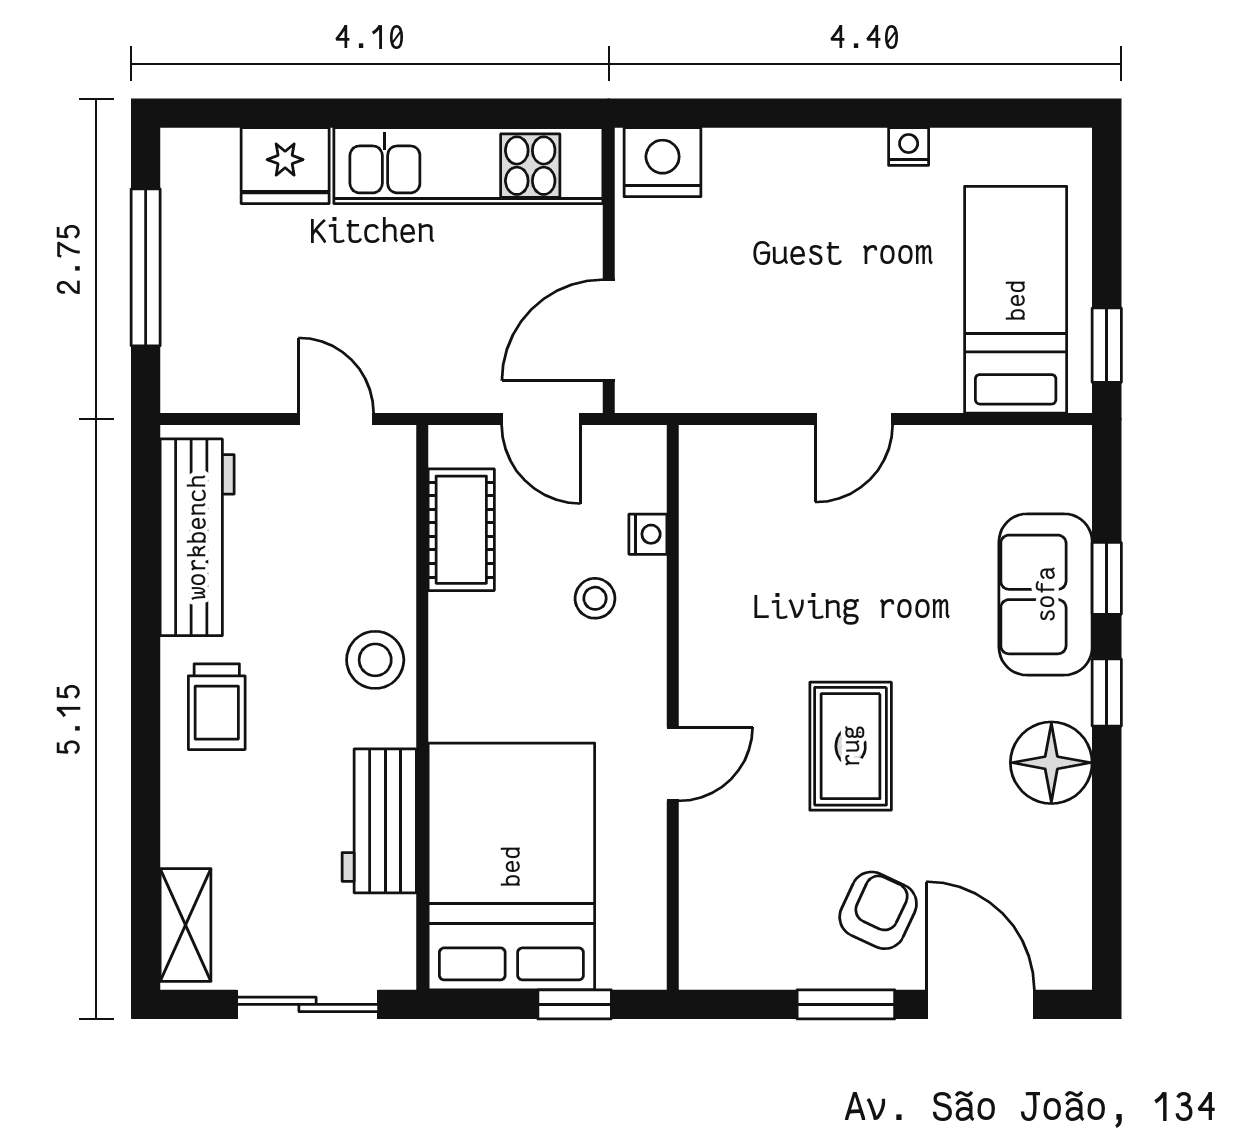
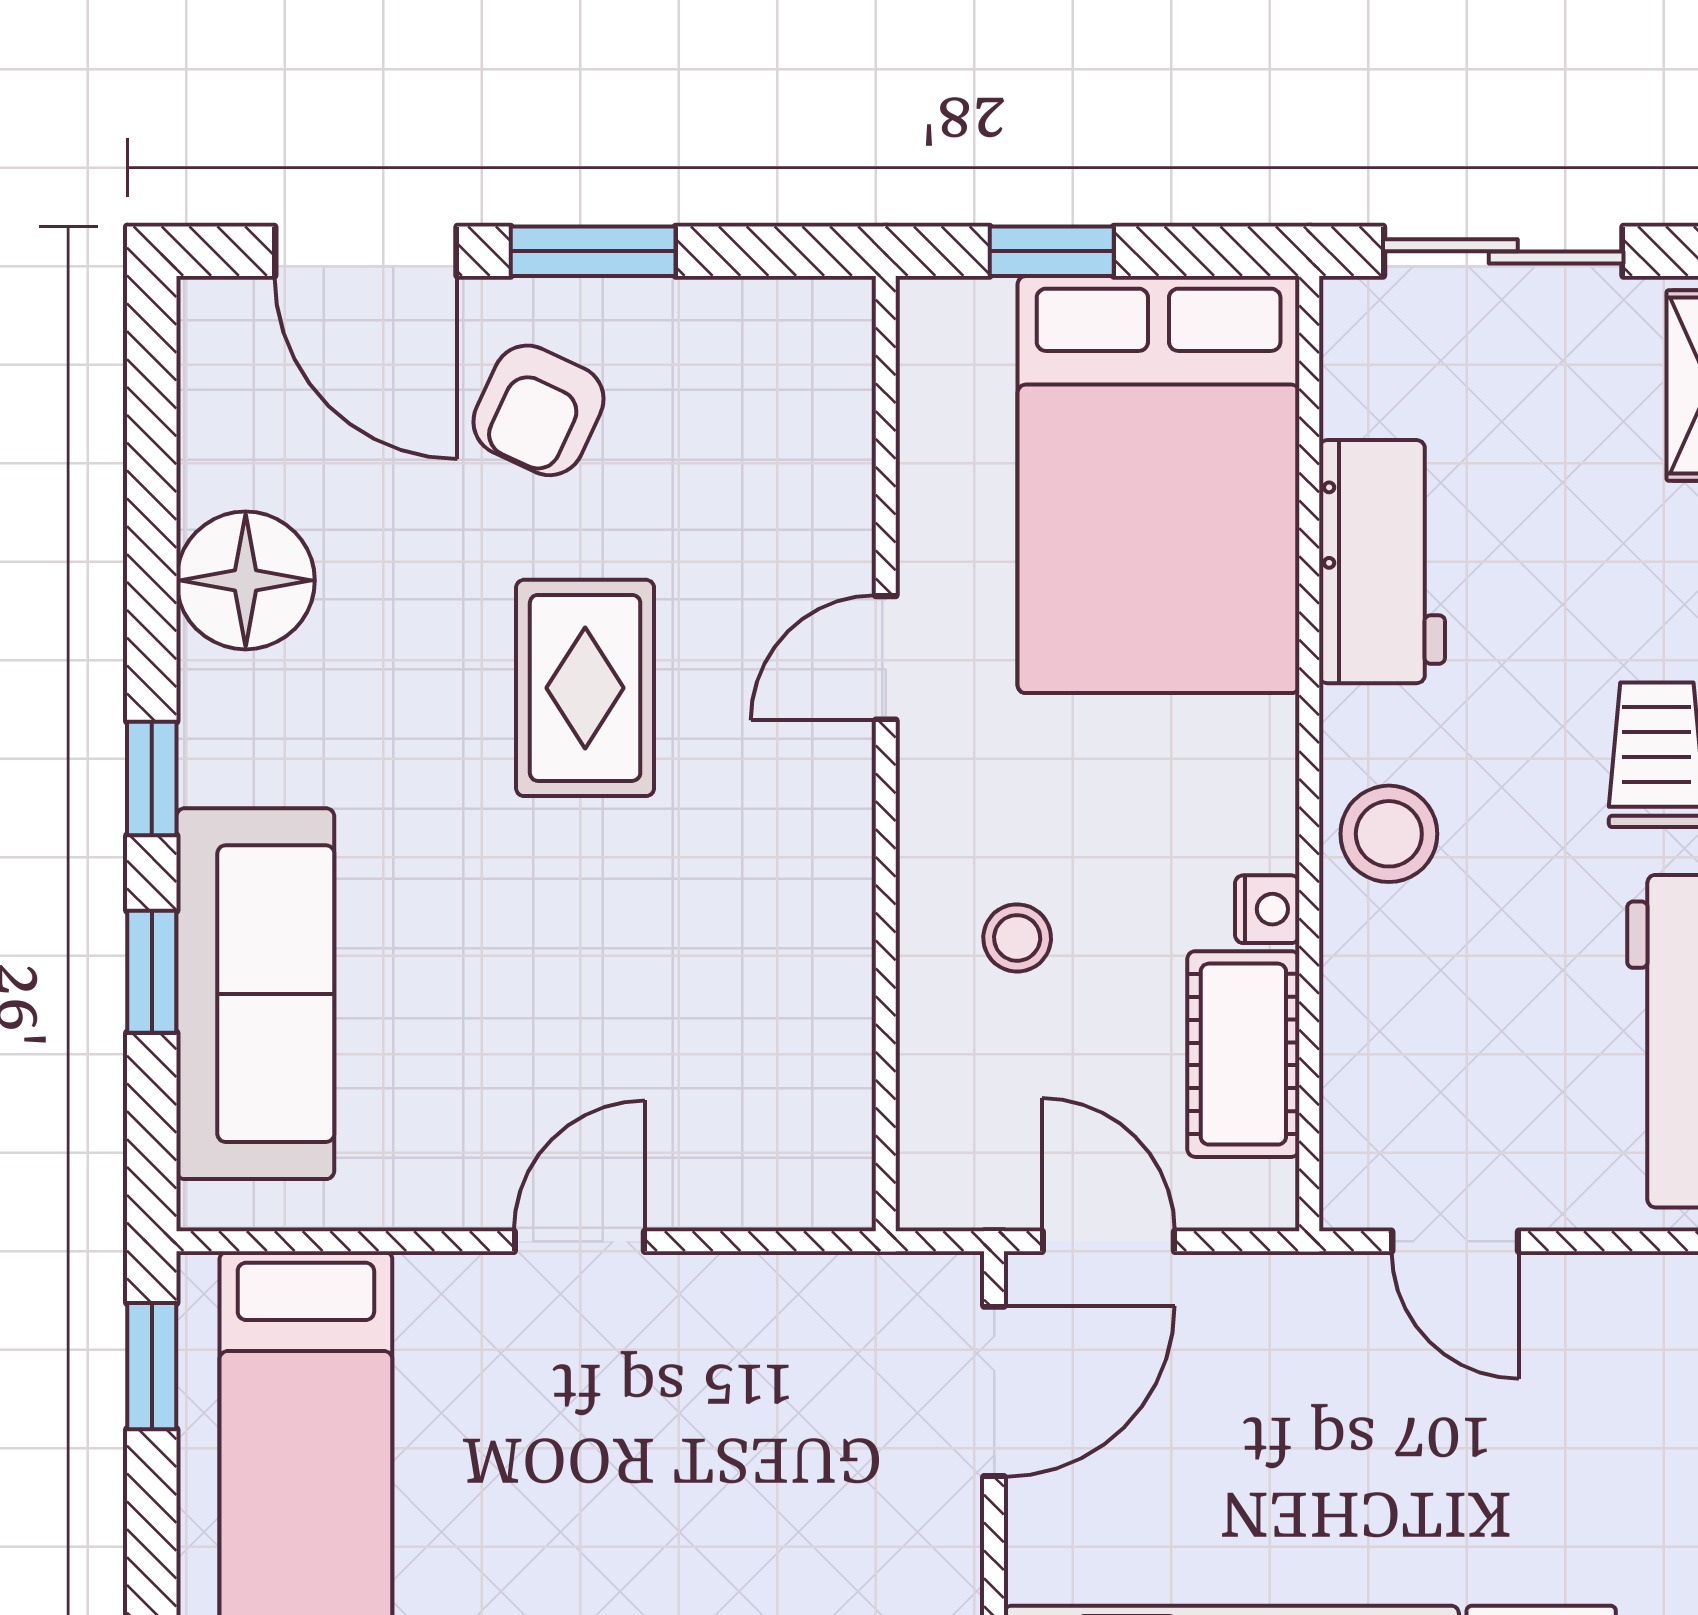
nightstand: (648, 534) -> (1267, 909), moved, turned 180
sofa: (1046, 594) -> (255, 994), width x1.36
floor lamp: (1051, 763) -> (246, 580), moved

